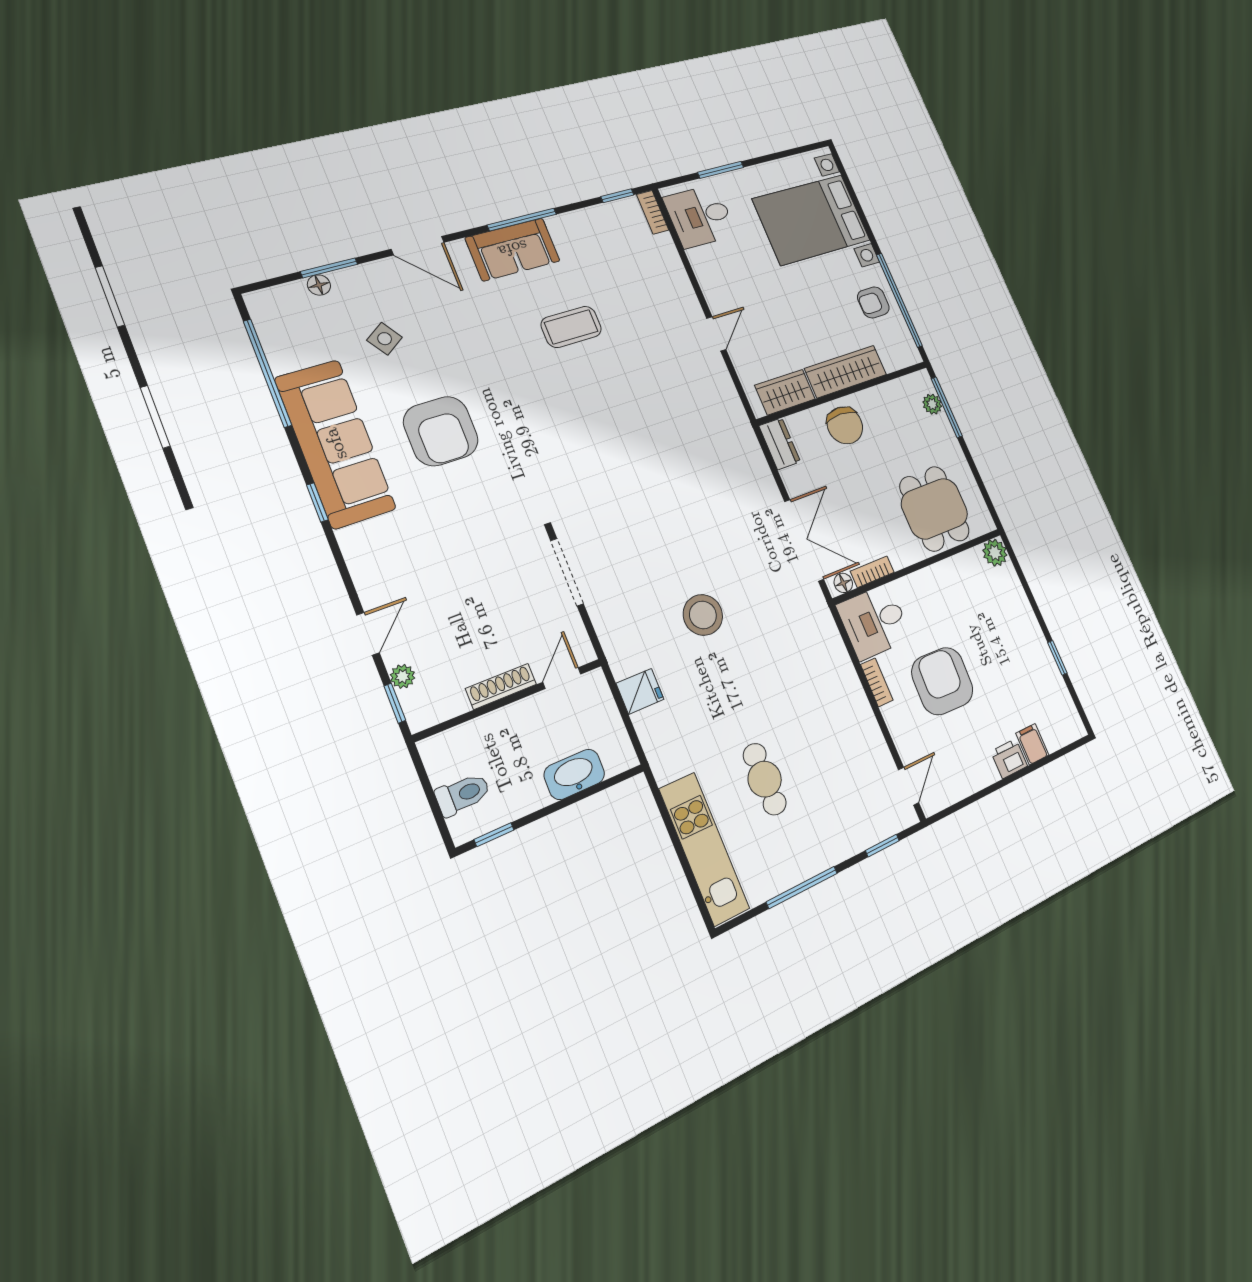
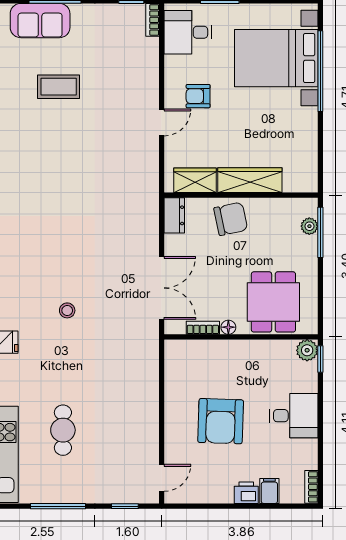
window: (899, 300) -> (320, 71), moved
armchair: (873, 302) -> (198, 96), moved
chair: (845, 425) -> (231, 219), turned -102
floor lamp: (843, 583) -> (228, 327), moved
stool: (703, 615) -> (67, 310), width x0.53, depth x0.53
desk: (874, 622) -> (294, 416), moved, turned 180
window: (1057, 658) -> (320, 359), moved
armchair: (942, 681) -> (221, 421), turned 180
bookcase: (877, 682) -> (311, 487), moved, turned 180

